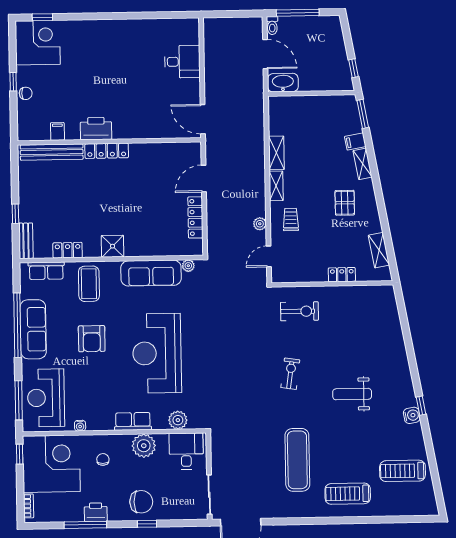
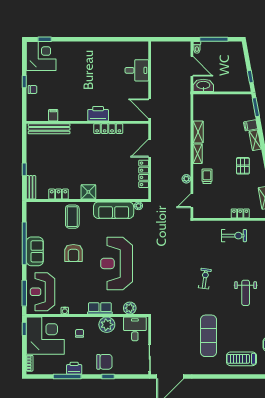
printer: (96, 129) -> (98, 114), moved
locker: (107, 151) -> (108, 129), moved
row of seats: (46, 271) -> (44, 207), removed
exercise bike: (300, 311) -> (234, 236), moved
sofa: (33, 329) -> (35, 251), width x0.73
weight bench: (352, 394) -> (246, 293), turned -90

